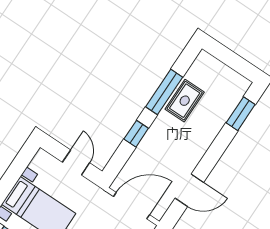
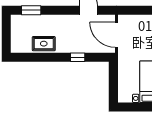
window: (164, 92) -> (46, 57), removed
door: (76, 163) -> (113, 78), removed

